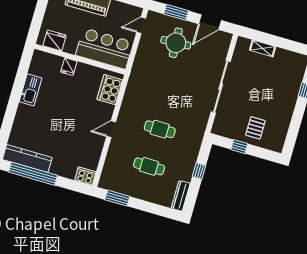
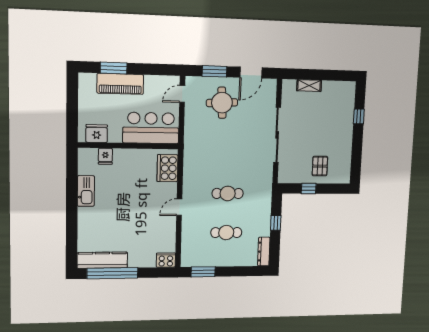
fridge: (69, 67) -> (105, 156), moved

